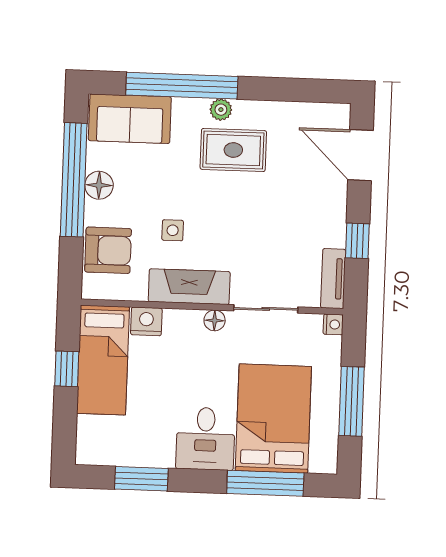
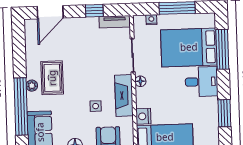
nightstand: (333, 324) -> (151, 20), moved

